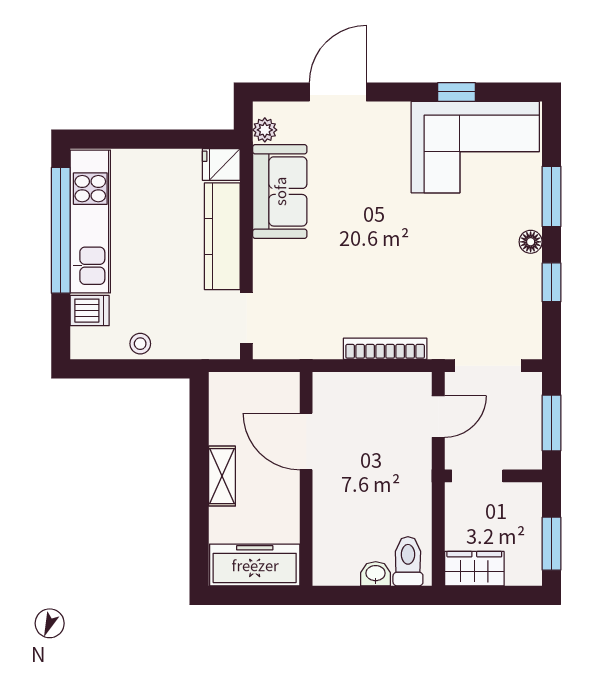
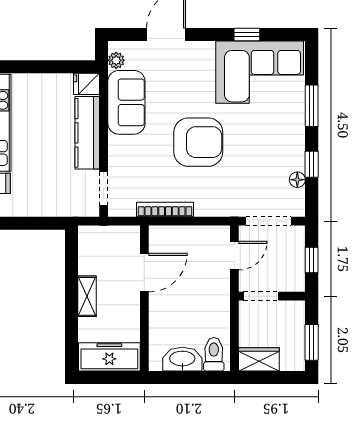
floor lamp: (531, 242) -> (297, 180), moved
armchair: (385, 250) -> (198, 142), added
stool: (140, 344) -> (31, 206), removed
bookcase: (385, 349) -> (165, 209), moved
window: (552, 423) -> (312, 260), width x0.67
door: (306, 441) -> (144, 273), swing flipped
washbasin: (376, 574) -> (182, 359), width x1.91, depth x1.45

